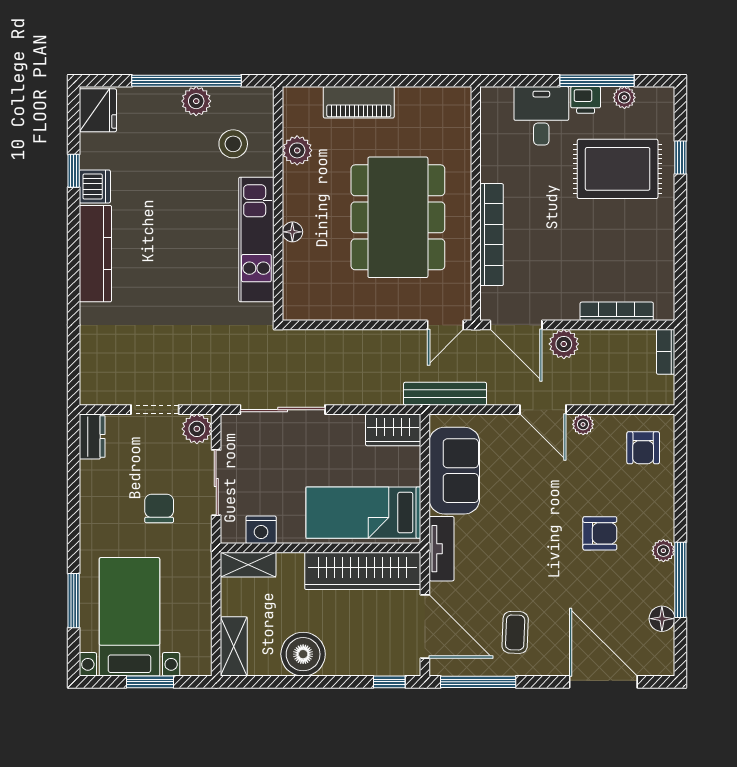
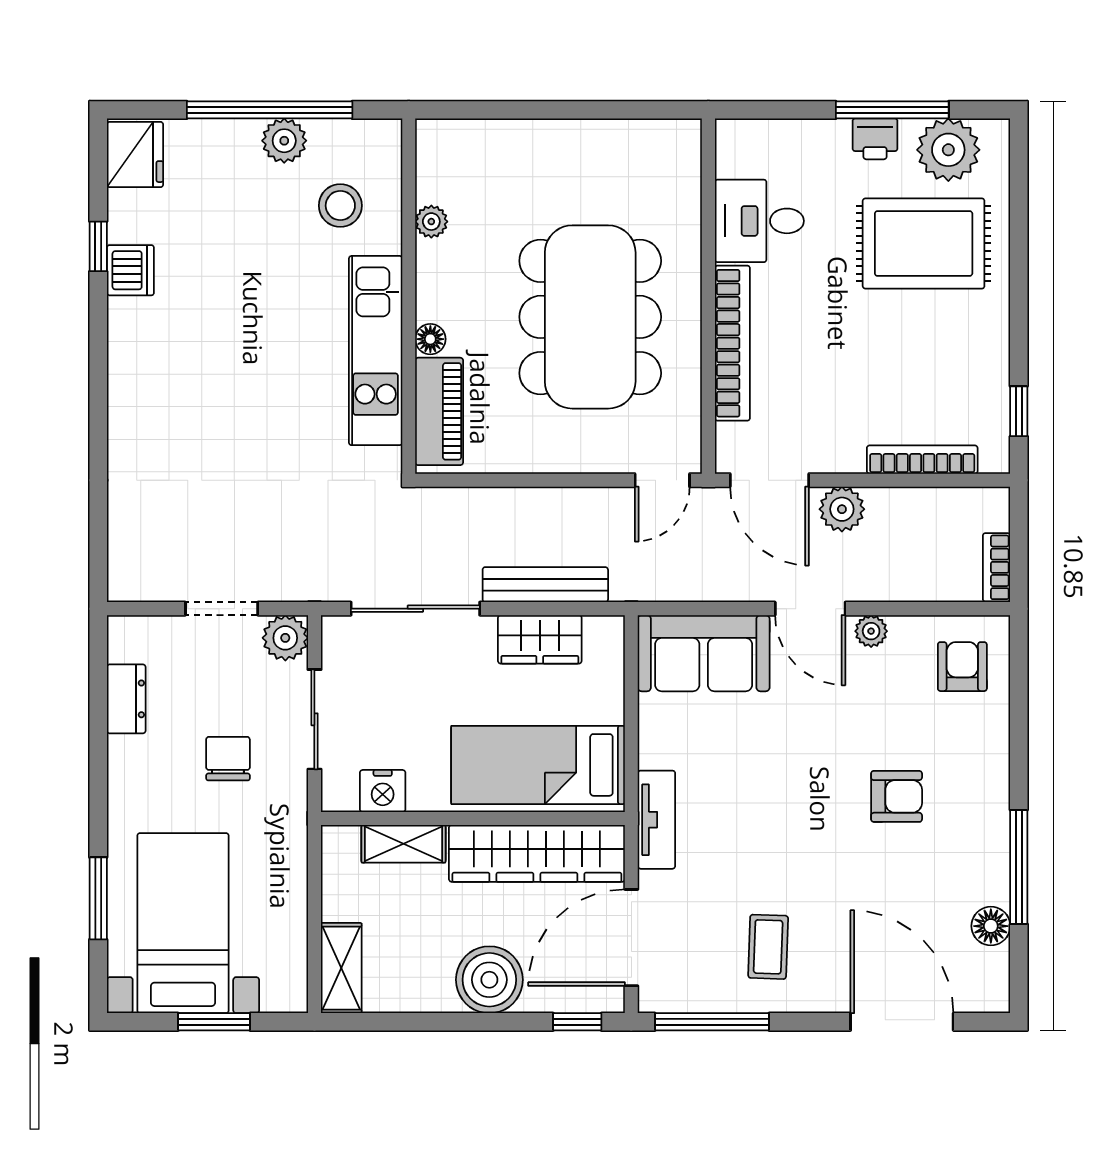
plant: (624, 97) -> (948, 150), width x1.88, depth x1.88
piano: (359, 102) -> (439, 411), moved, turned -90
desk: (541, 116) -> (759, 221), moved, turned -90
plant: (297, 150) -> (431, 222), width x0.73, depth x0.73
window: (680, 158) -> (1019, 411), moved
kitchen counter: (95, 254) -> (131, 372), removed
bookcase: (666, 352) -> (996, 567), moved
bench: (445, 394) -> (545, 585), moved
wardrobe: (393, 430) -> (540, 639), moved
dresser: (92, 437) -> (126, 699), moved
armchair: (643, 448) -> (962, 667), turned 180
sofa: (454, 471) -> (704, 653), moved, turned 90
plant: (663, 551) -> (993, 823), removed
shelving: (248, 565) -> (403, 844), moved
door: (425, 626) -> (631, 938), swing flipped
boiler: (303, 654) -> (489, 980), moved

